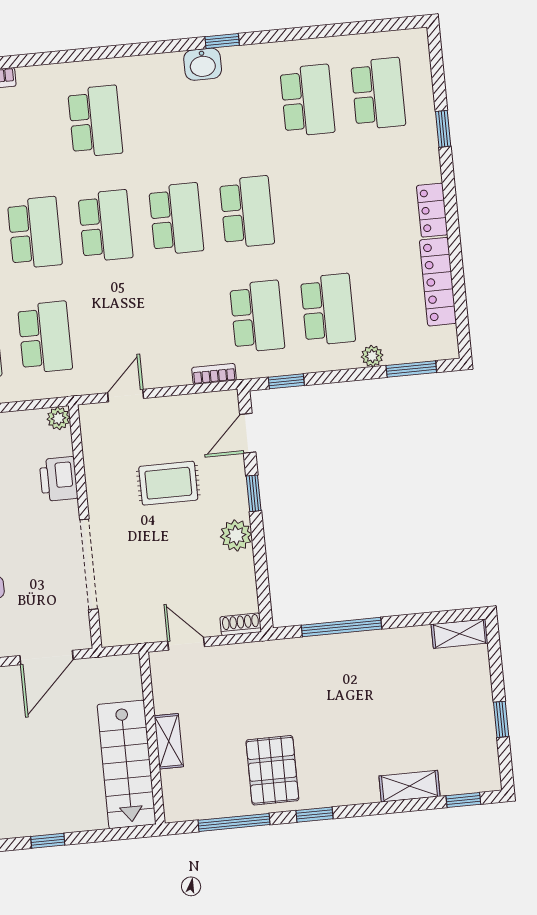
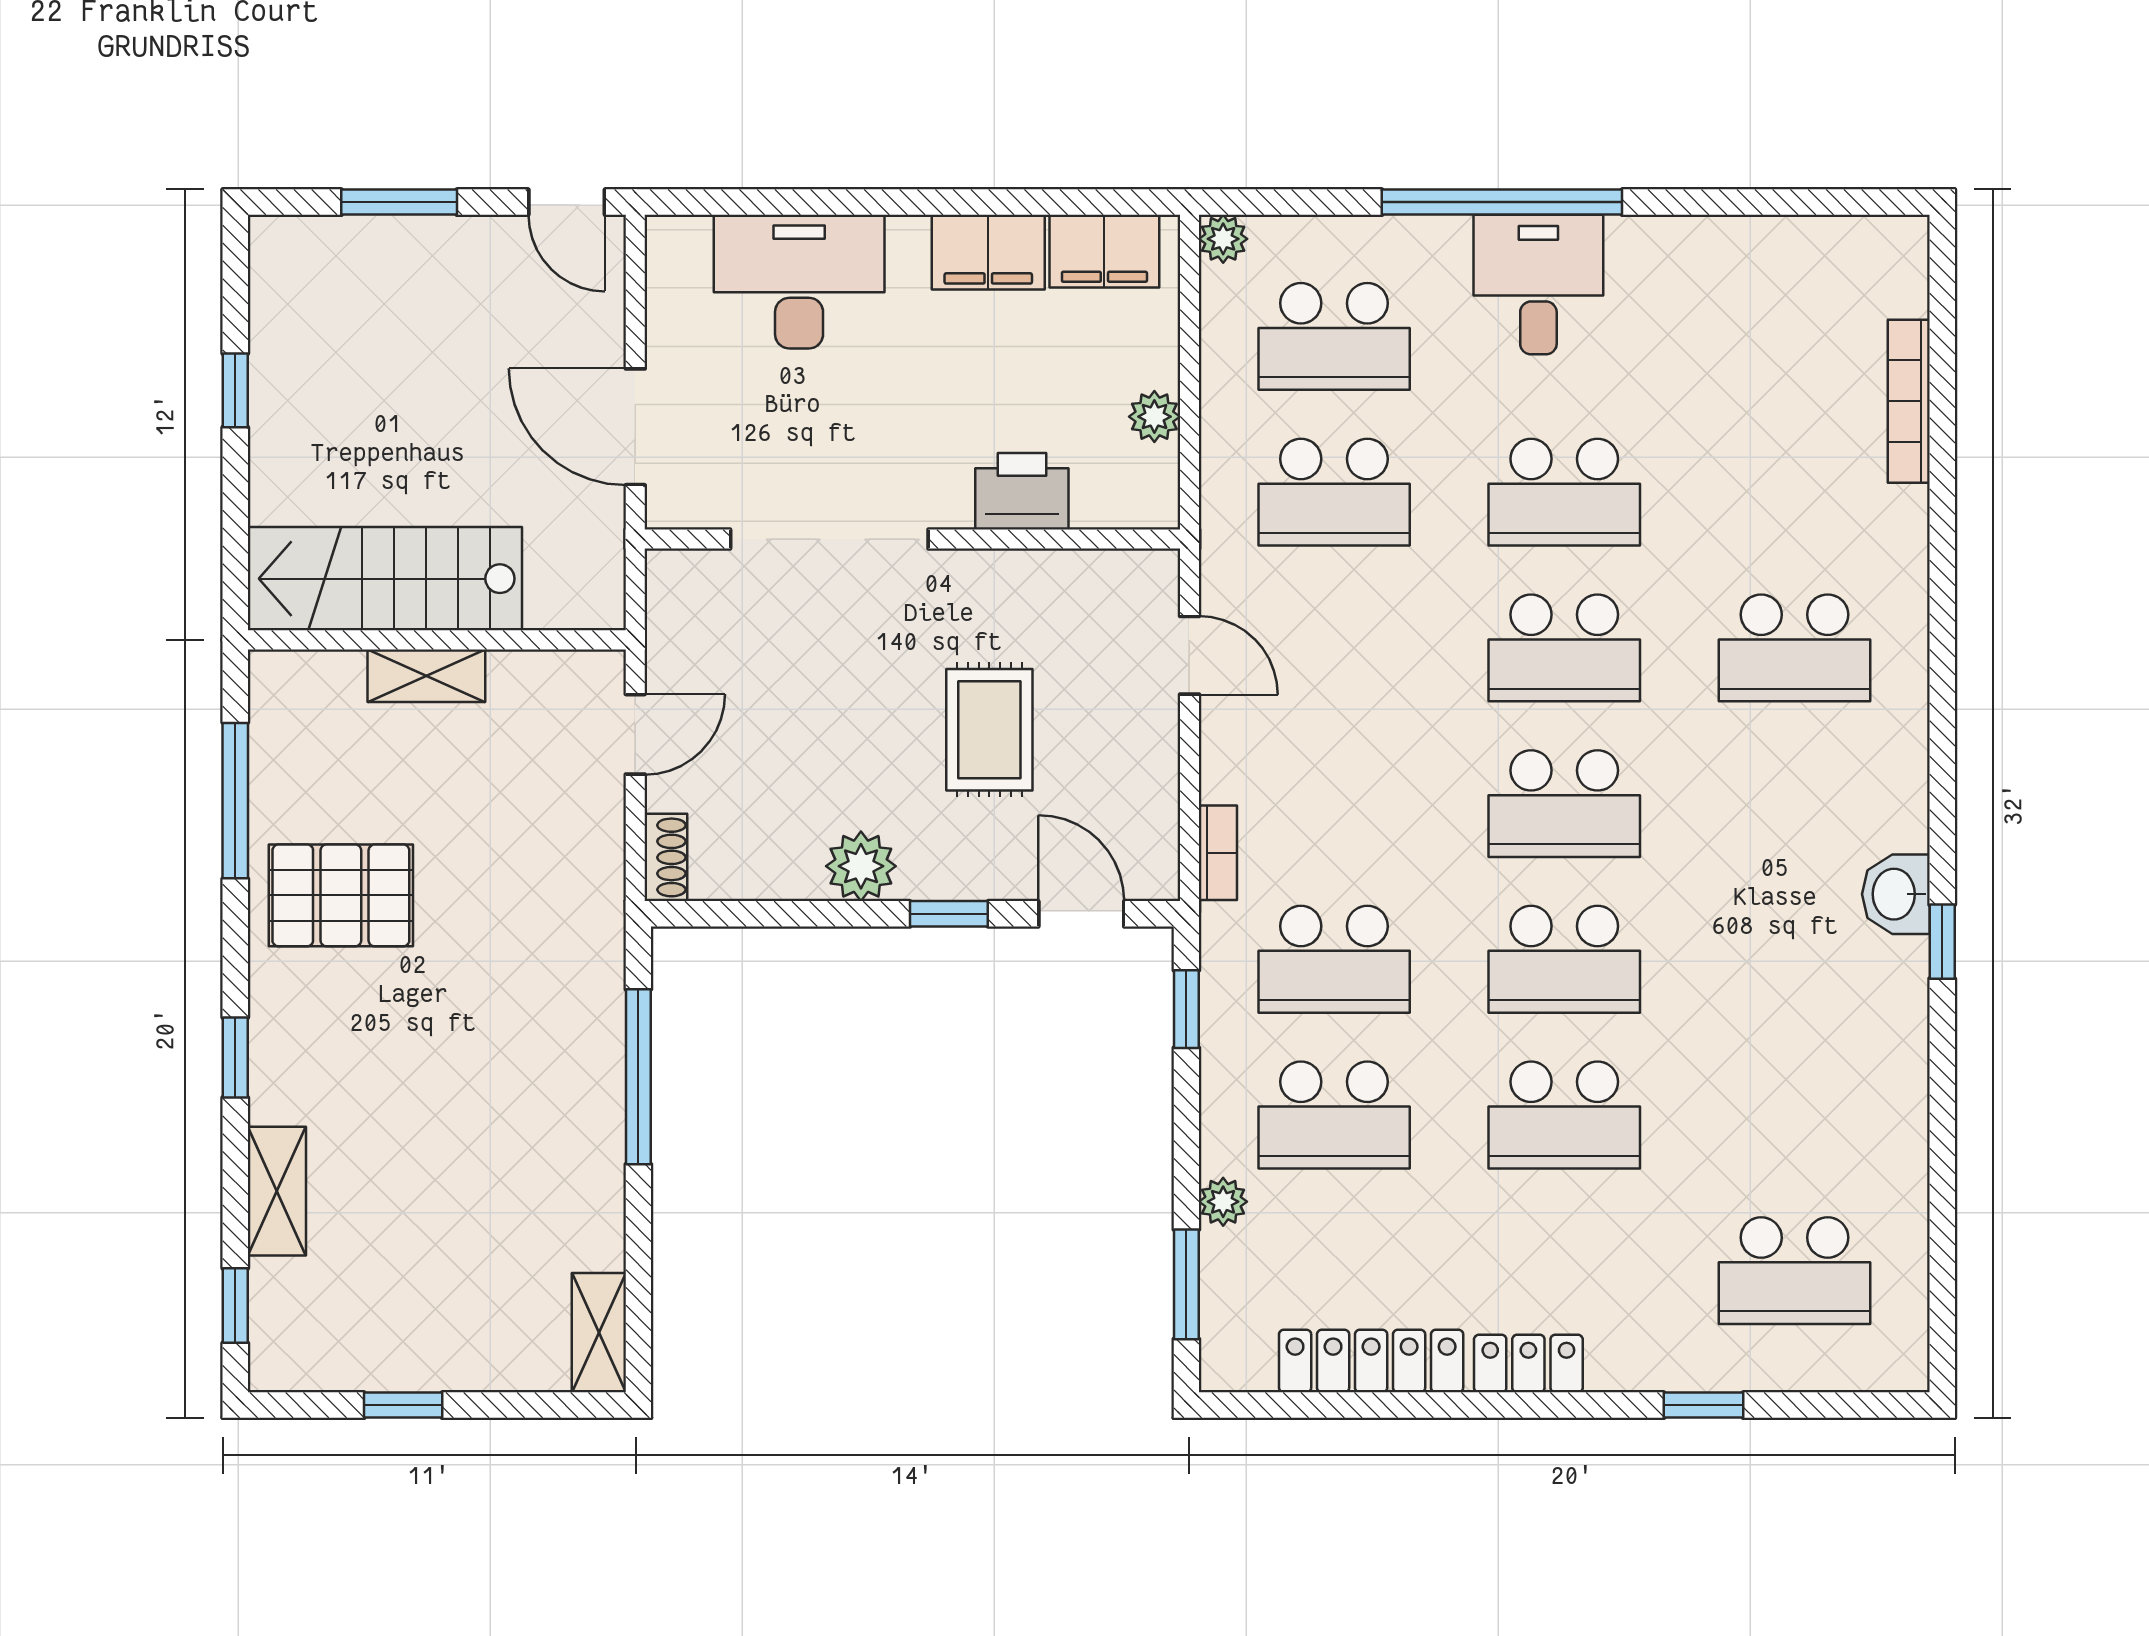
school desk: (307, 100) -> (1564, 1115), moved
plant: (58, 418) -> (1154, 417), moved
window: (314, 815) -> (235, 1058), moved

